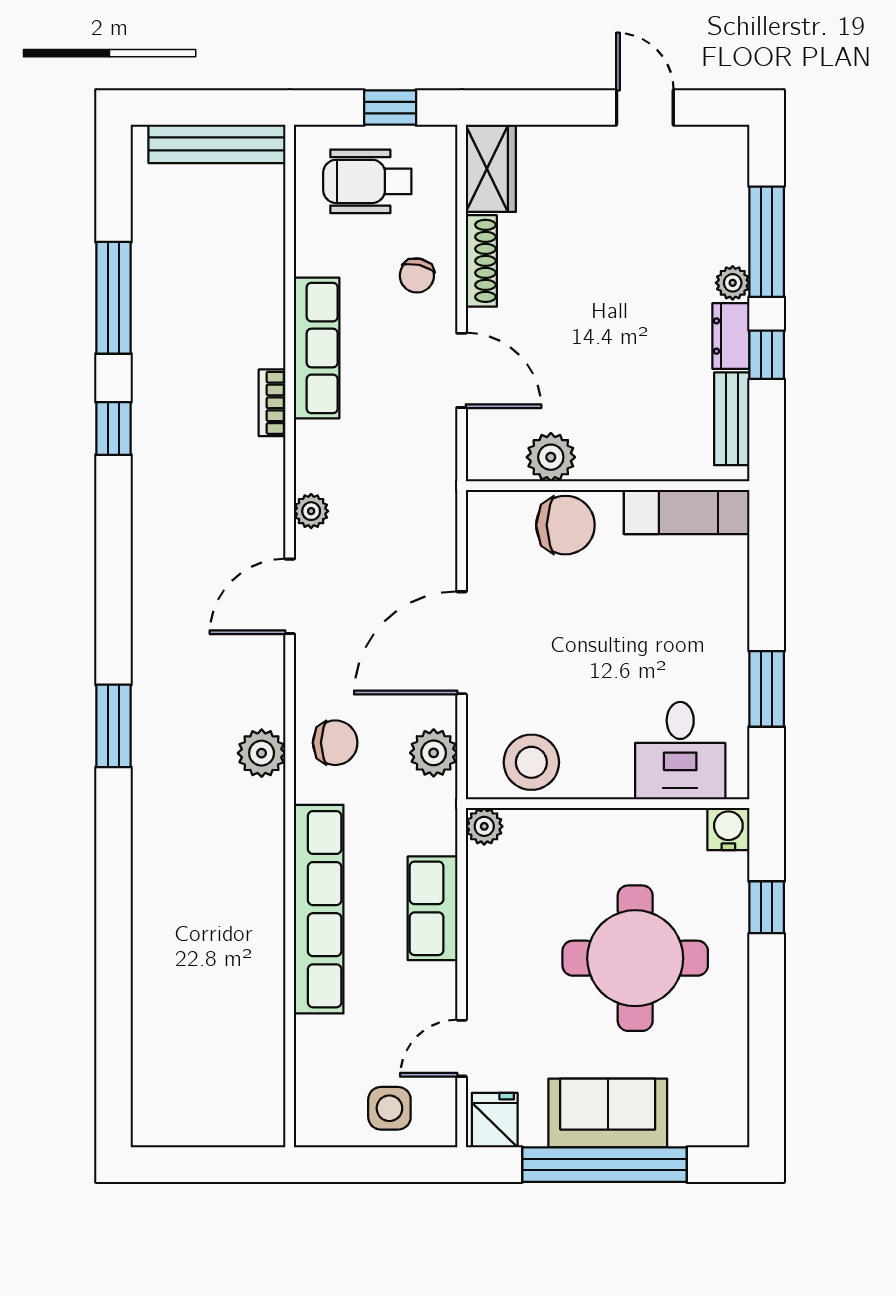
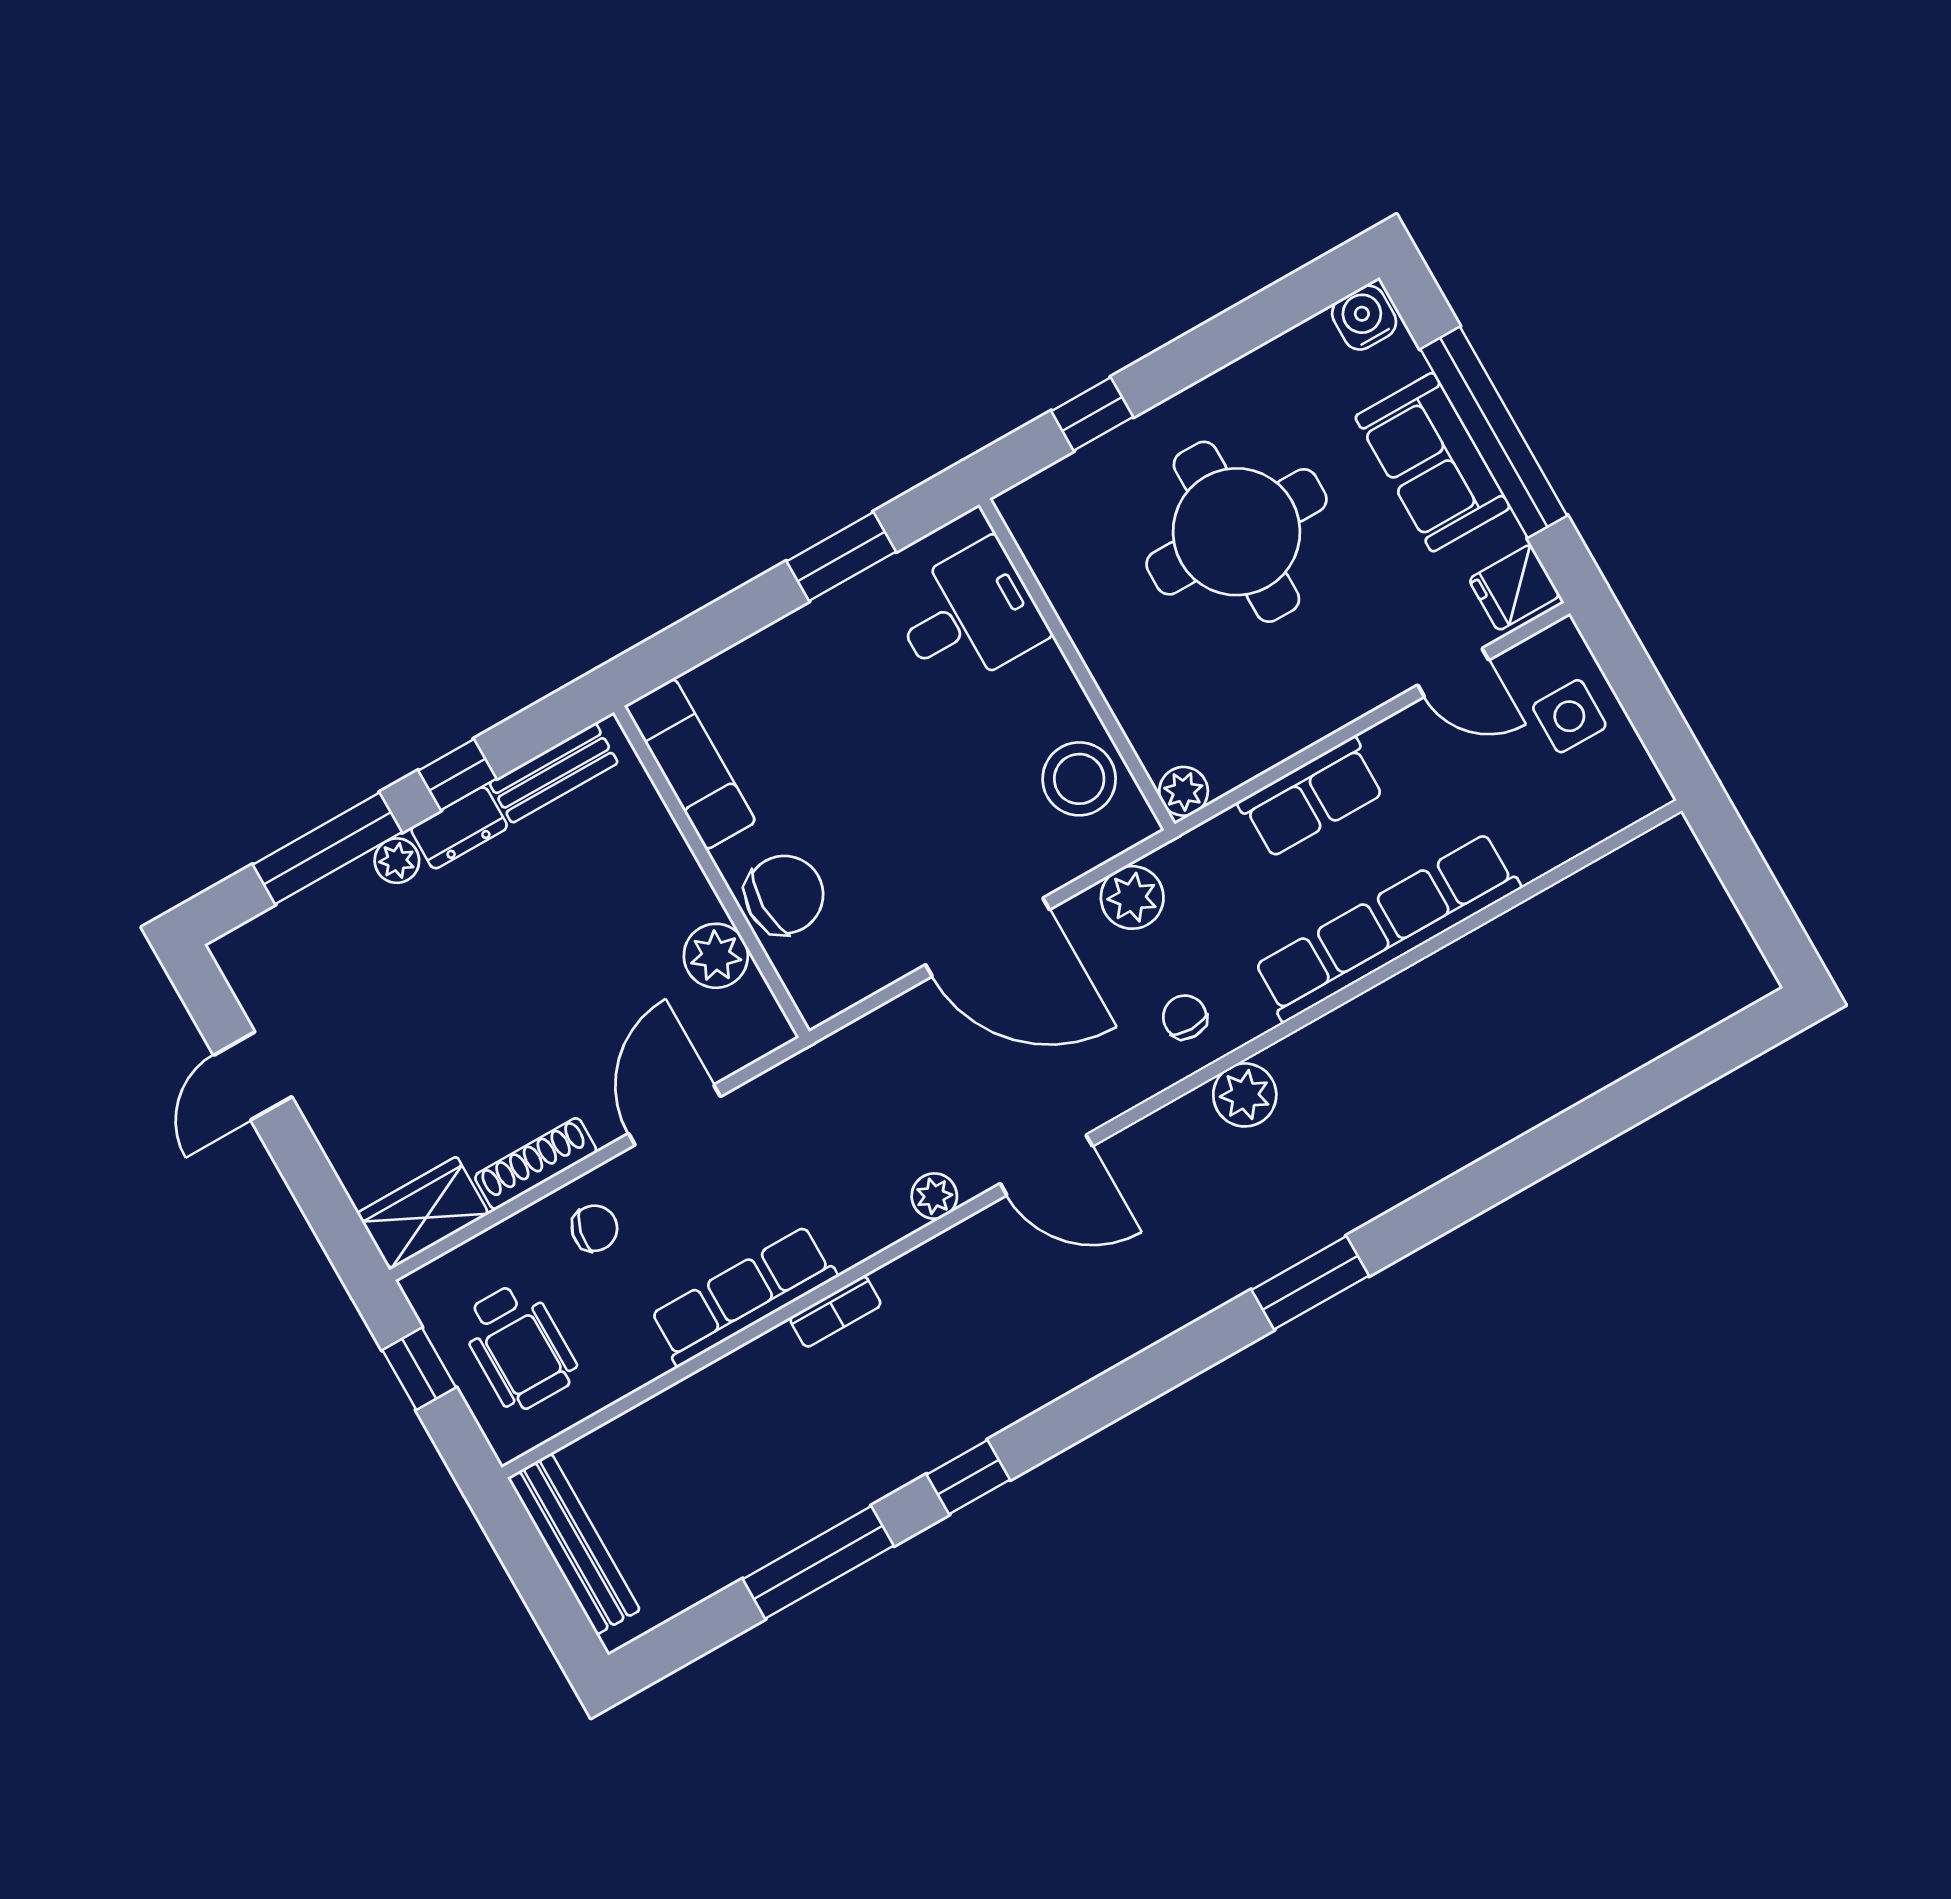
chair: (565, 525) -> (784, 895), turned 90
chair: (335, 743) -> (1185, 1017), width x0.73, depth x0.73
water cooler: (728, 829) -> (1364, 318), moved, turned 90

